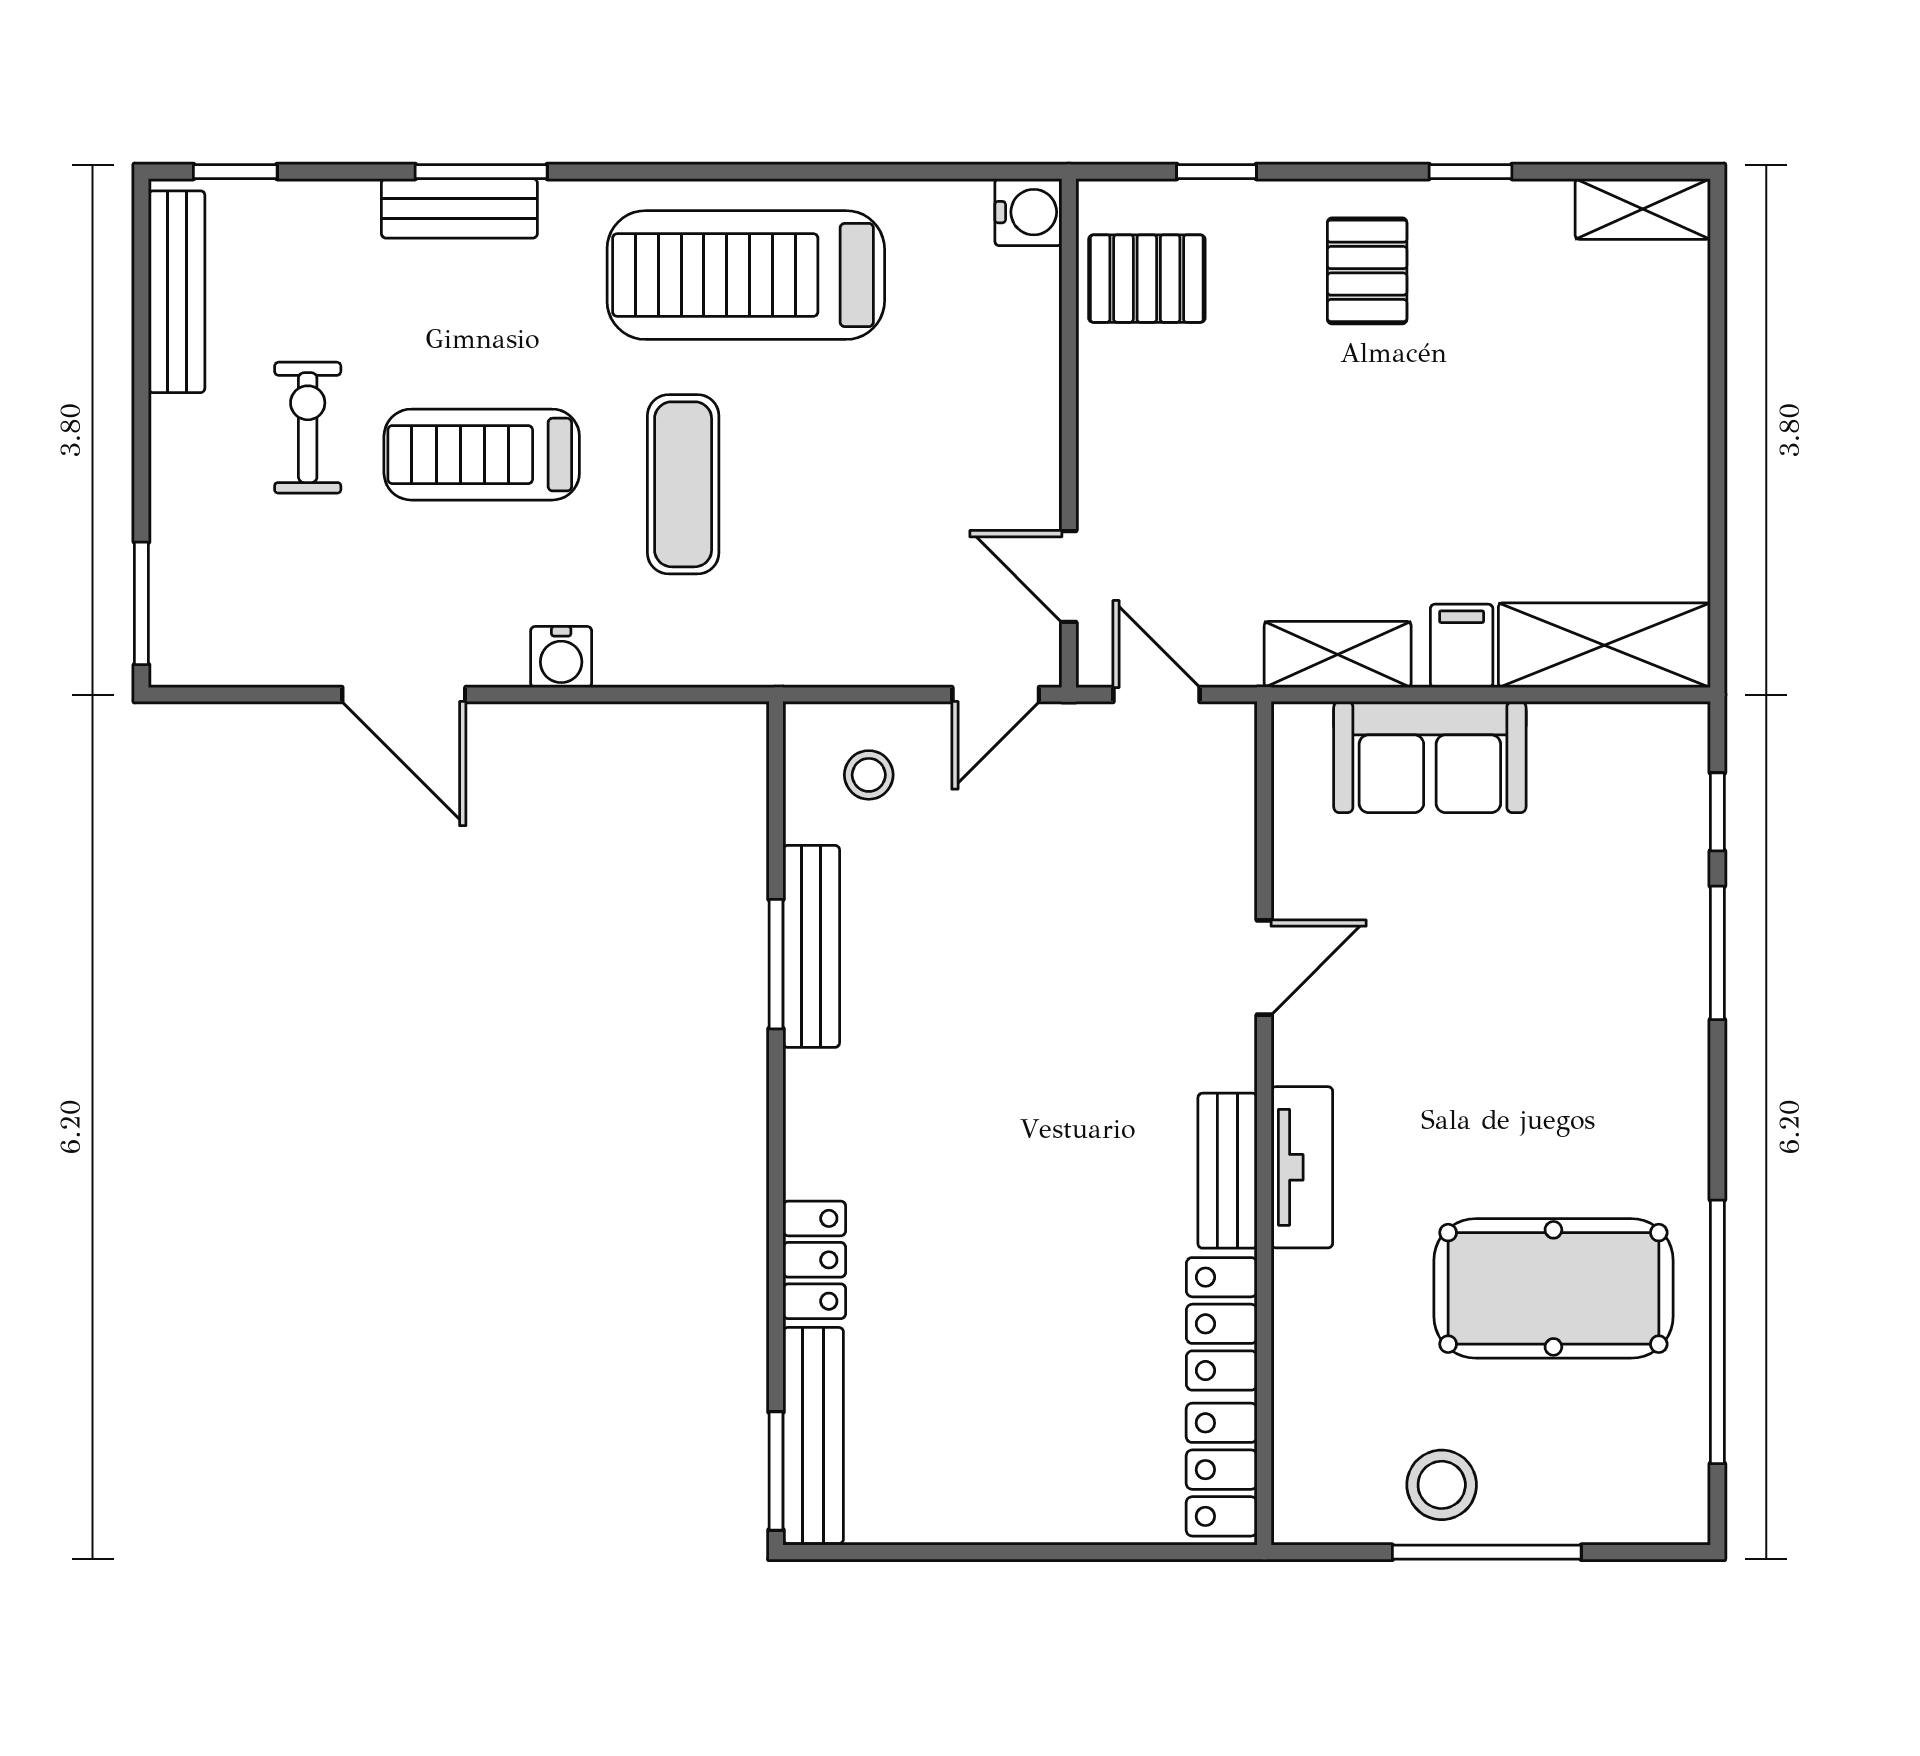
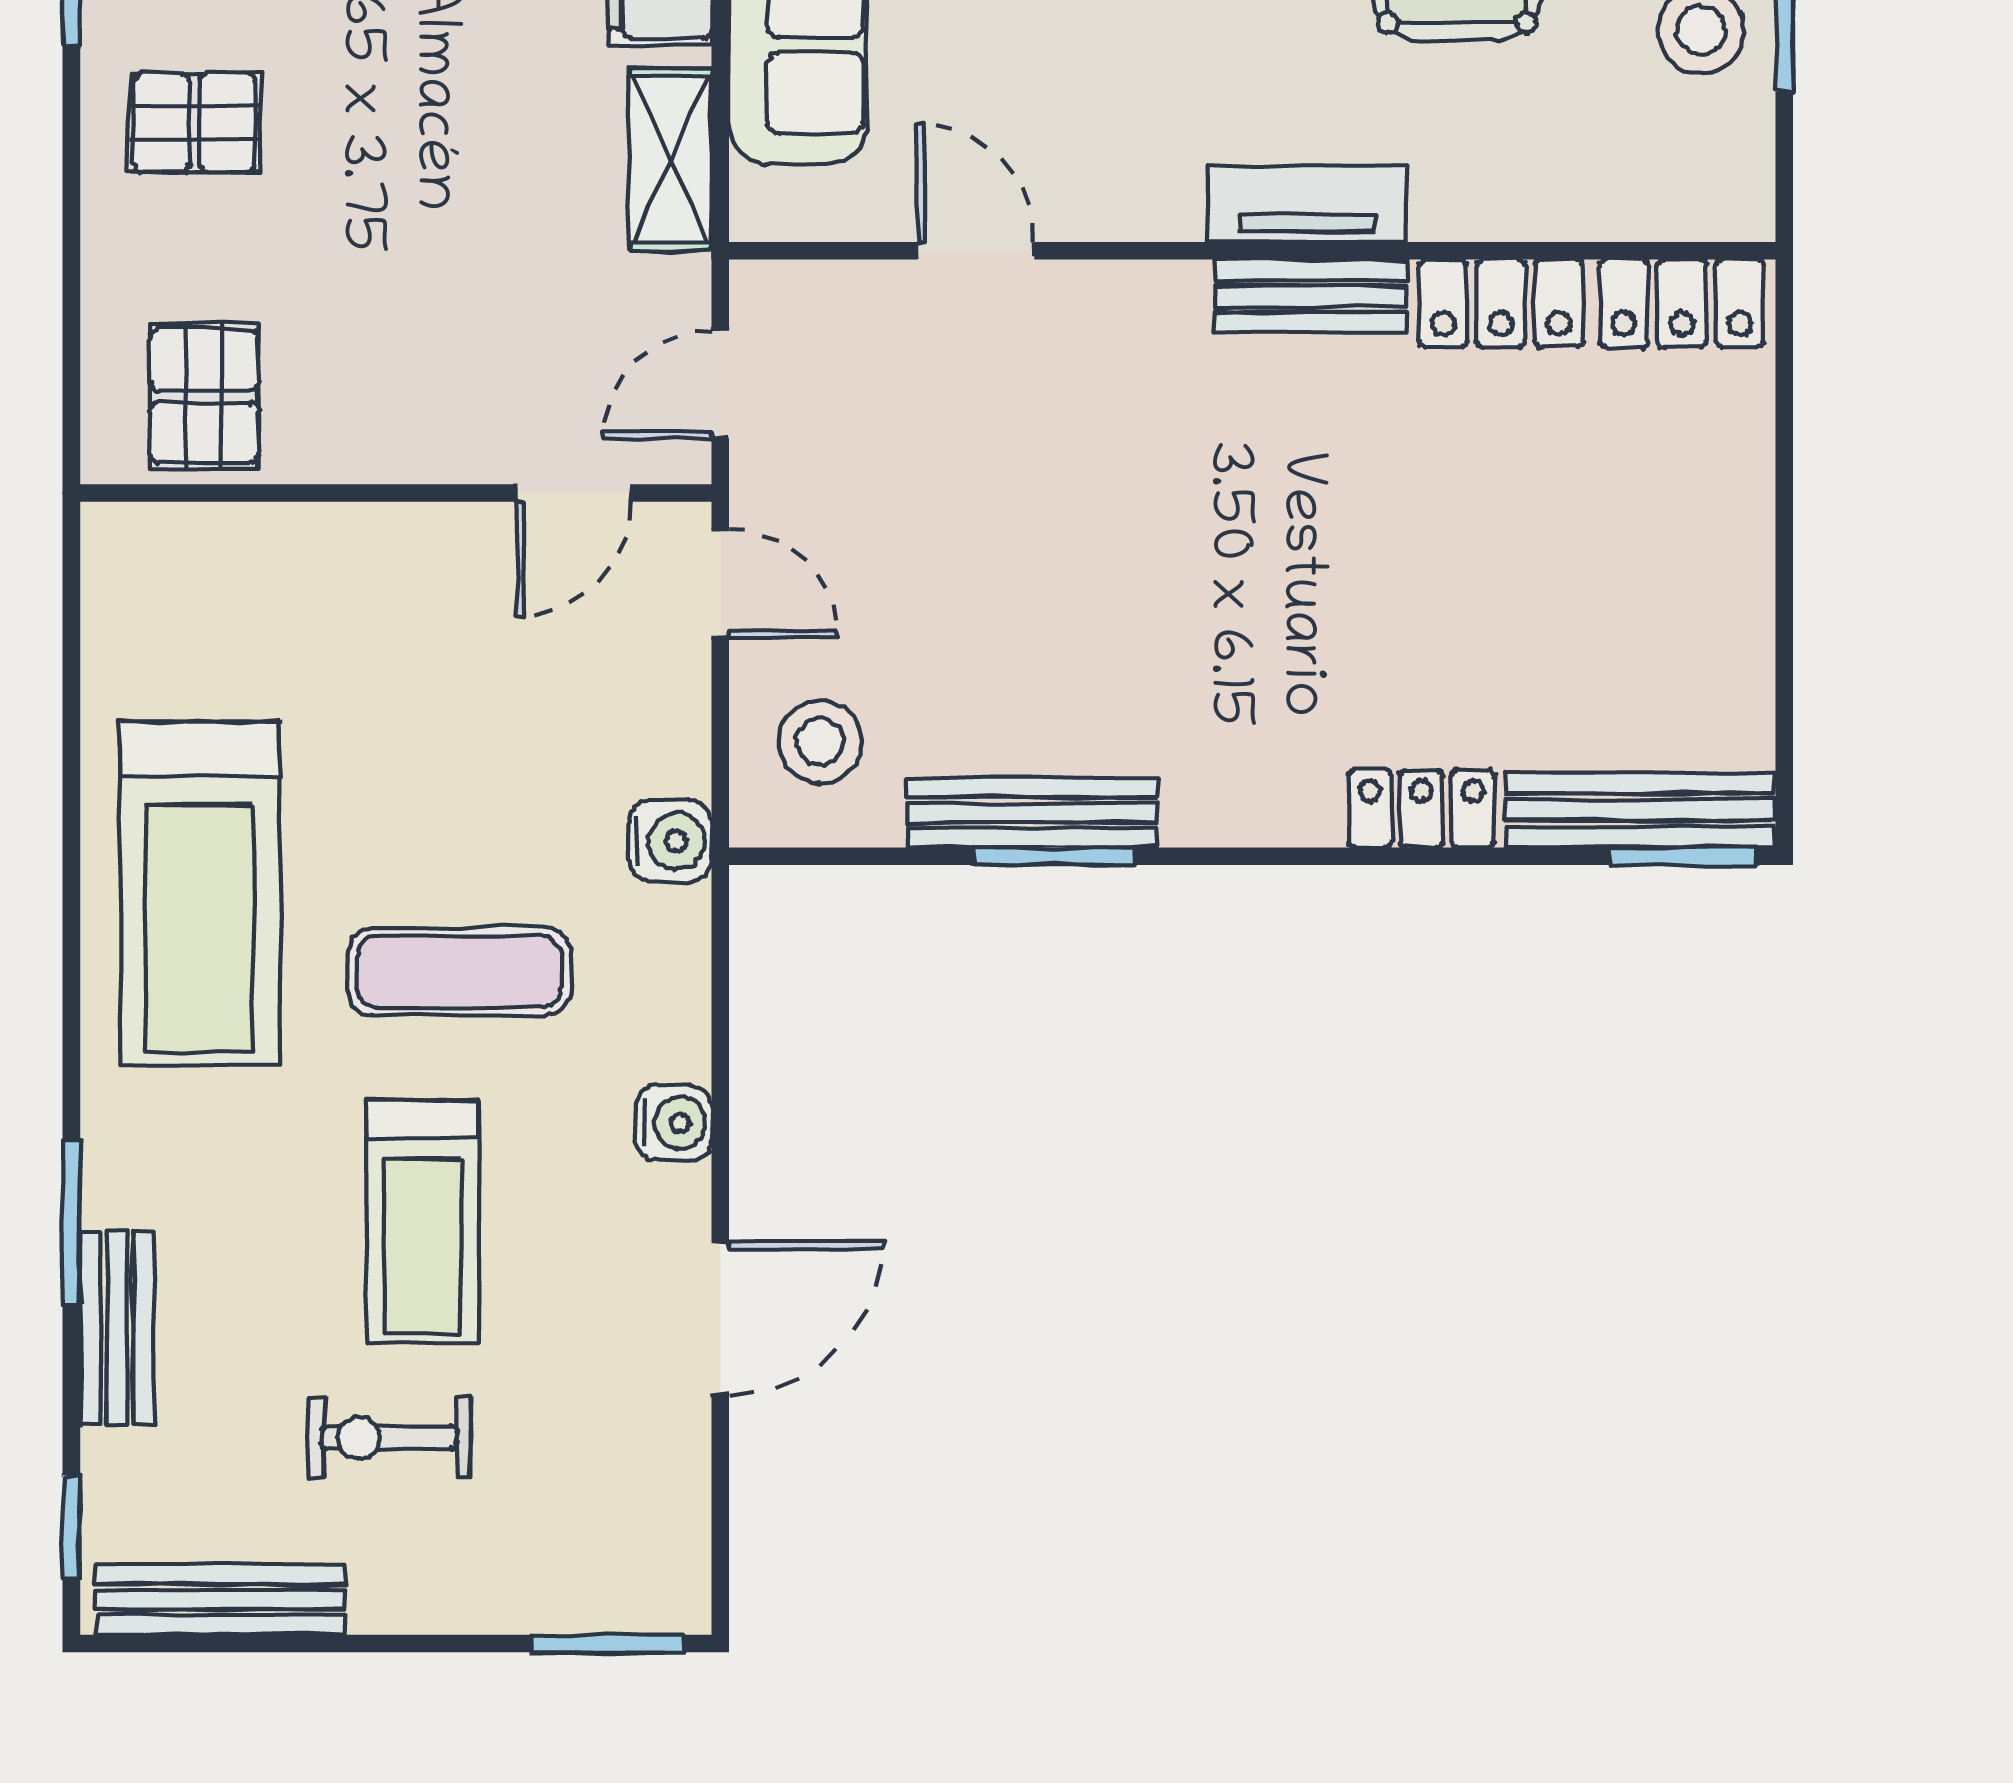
window: (1216, 172) -> (71, 310), removed
bench: (459, 208) -> (117, 1328), moved
water cooler: (1028, 212) -> (670, 841), moved, turned 90
stool: (869, 775) -> (820, 741), width x1.37, depth x1.37
door: (1264, 967) -> (975, 251), moved

